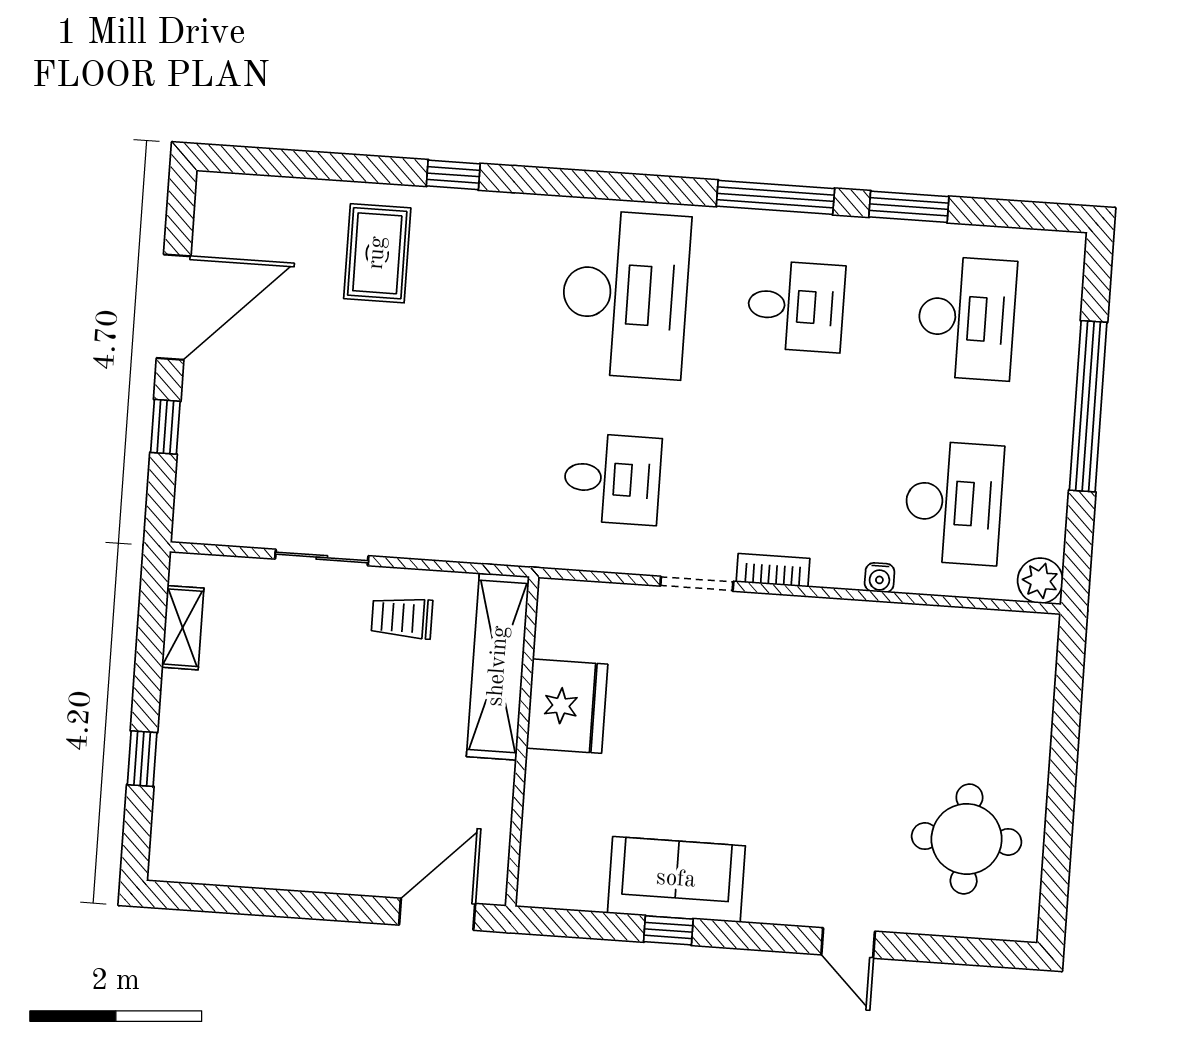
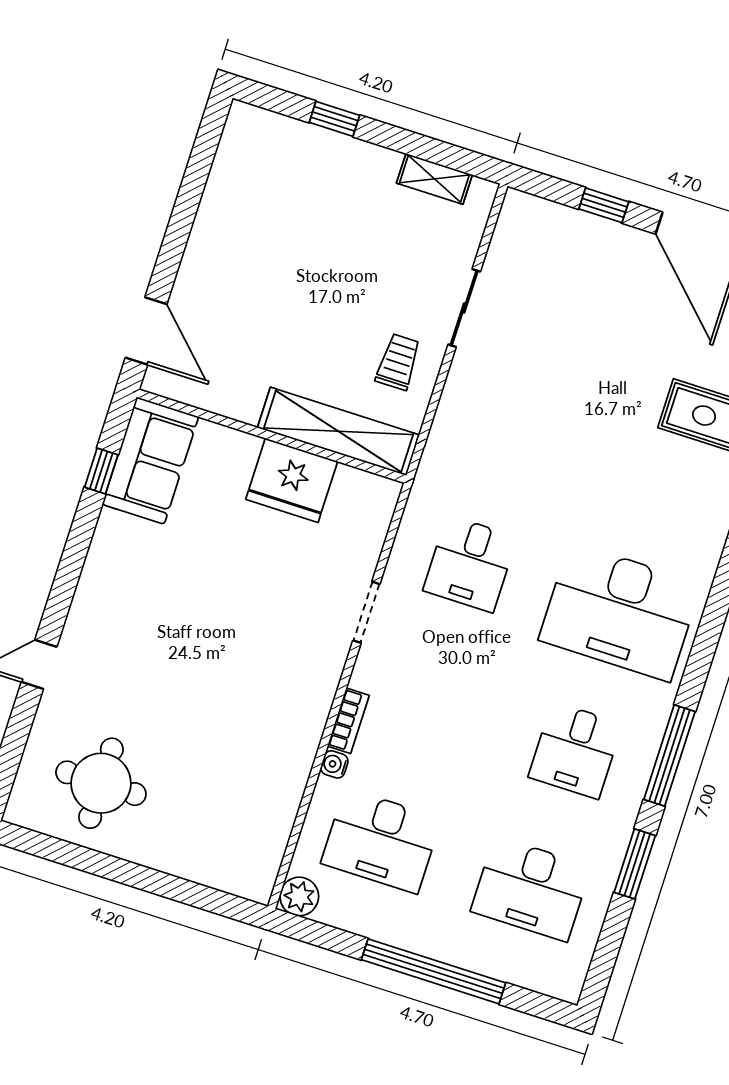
bookcase: (773, 570) -> (348, 721), moved
sofa: (676, 879) -> (150, 460), moved
window: (668, 930) -> (101, 471), moved

